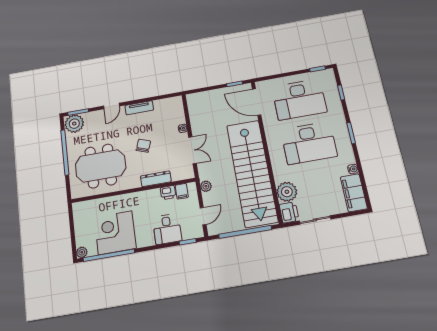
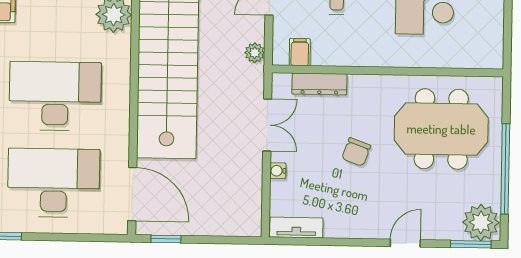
tv unit: (139, 108) -> (296, 228), moved
double door: (192, 150) -> (267, 125), swing flipped
dresser: (156, 179) -> (319, 84), moved
printer: (168, 193) -> (325, 54), removed

